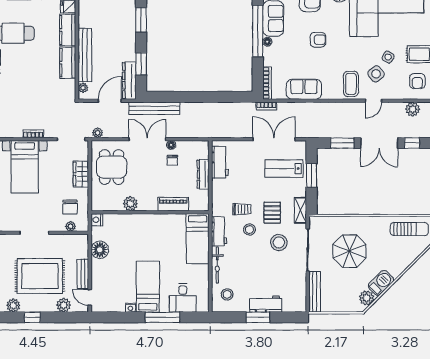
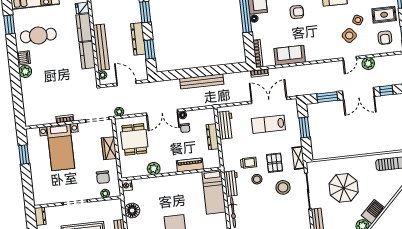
dresser: (129, 81) -> (138, 39), moved
coffee table: (351, 84) -> (329, 46), removed
door: (110, 101) -> (126, 83), hinge flipped
bench: (154, 108) -> (202, 81), moved
plant: (413, 109) -> (368, 64), moved
double door: (147, 139) -> (162, 112), swing flipped
lab bench: (284, 169) -> (268, 124), moved

